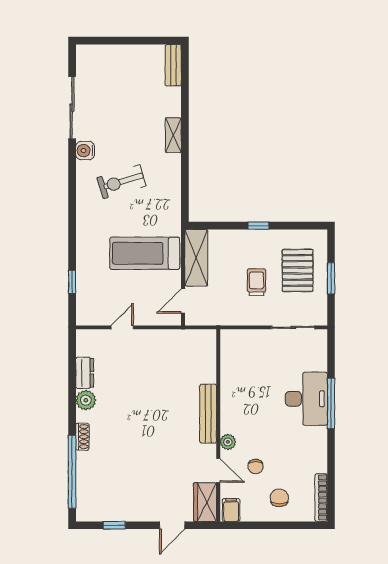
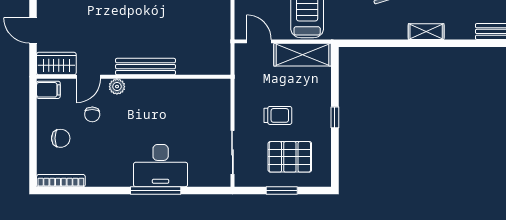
chair: (256, 467) -> (92, 114), turned -88

